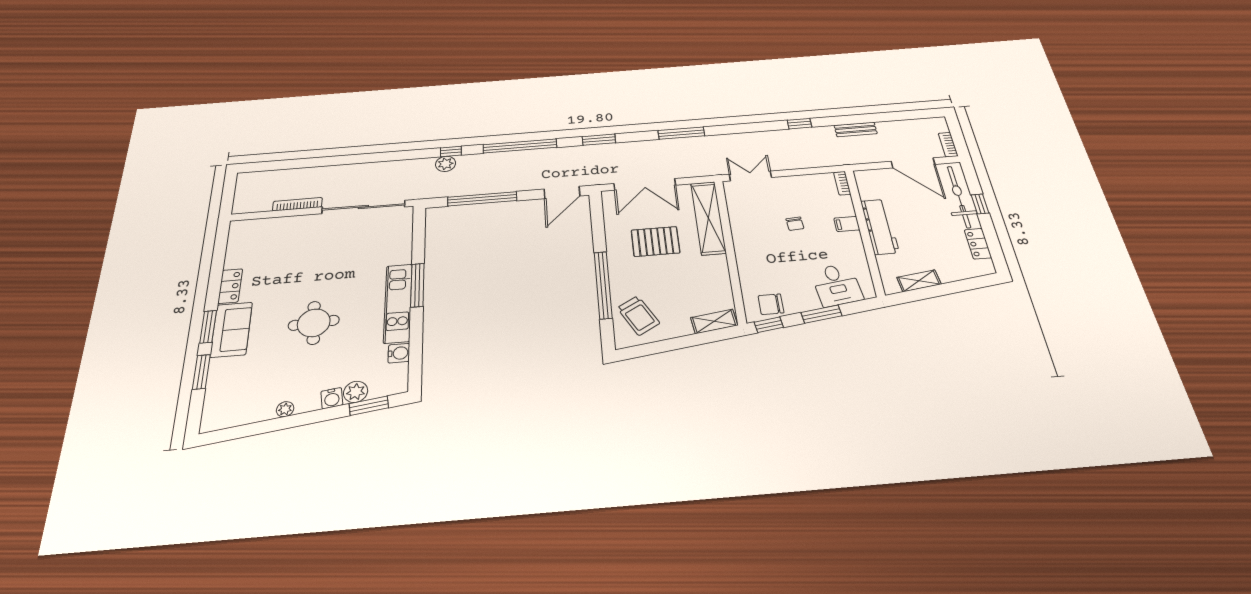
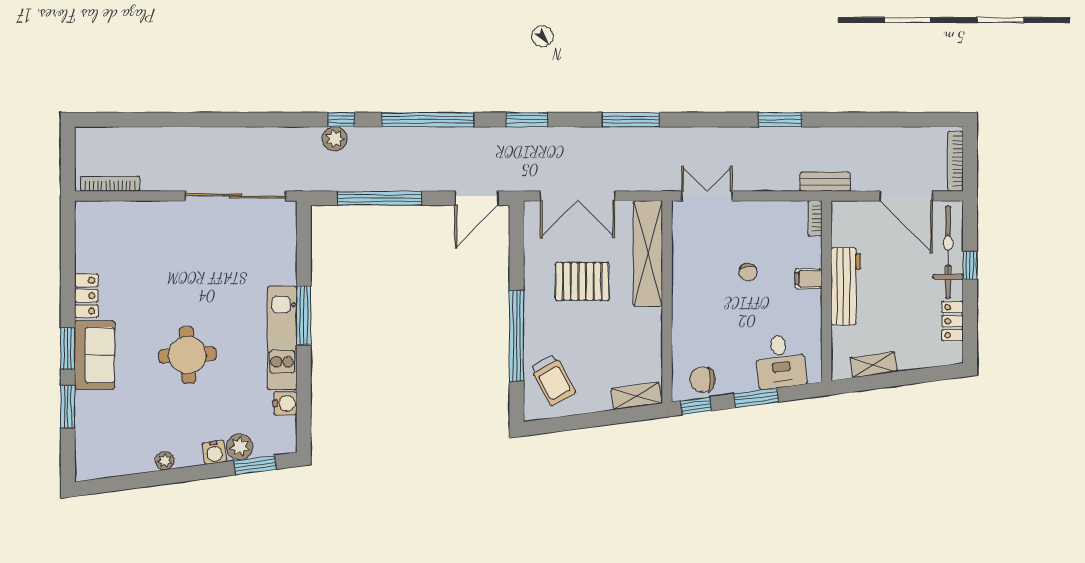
window: (799, 124) -> (780, 120), width x1.50
bench: (856, 129) -> (825, 182), moved
bookcase: (948, 145) -> (955, 161), width x1.56
bookcase: (297, 204) -> (110, 184), moved

